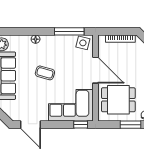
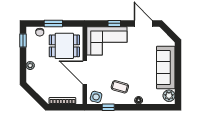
window: (69, 31) -> (108, 107), width x0.46
coffee table: (45, 73) -> (120, 87), moved
window: (81, 125) -> (114, 23), moved

